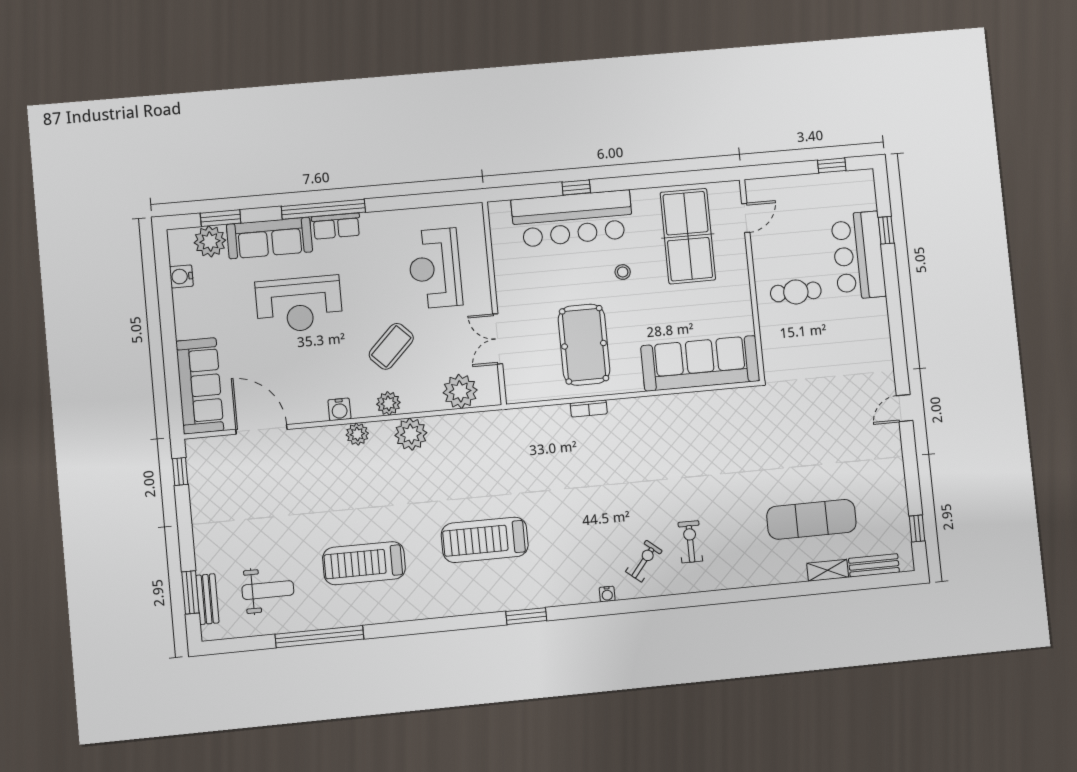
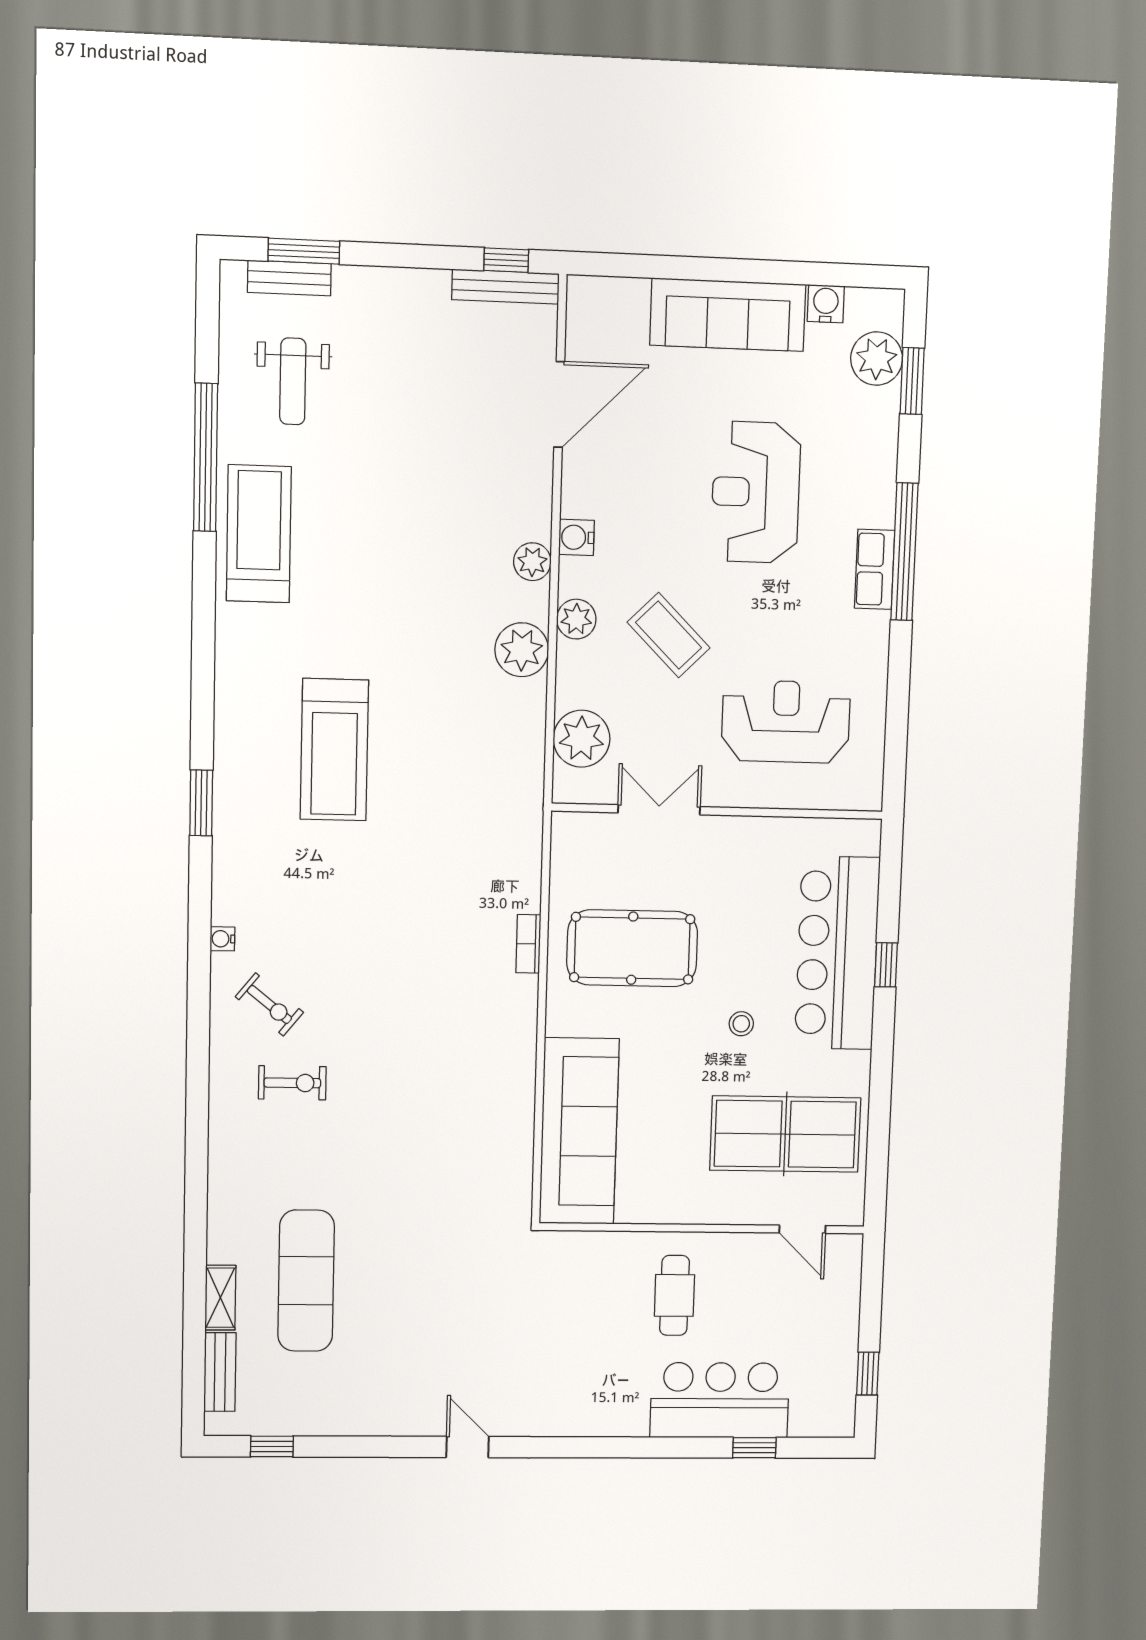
sofa: (270, 238) -> (869, 457), removed
sofa: (200, 386) -> (728, 315), moved
bench: (196, 470) -> (505, 287), added
treadmill: (485, 540) -> (334, 750), turned 180
treadmill: (364, 563) -> (259, 534), moved

